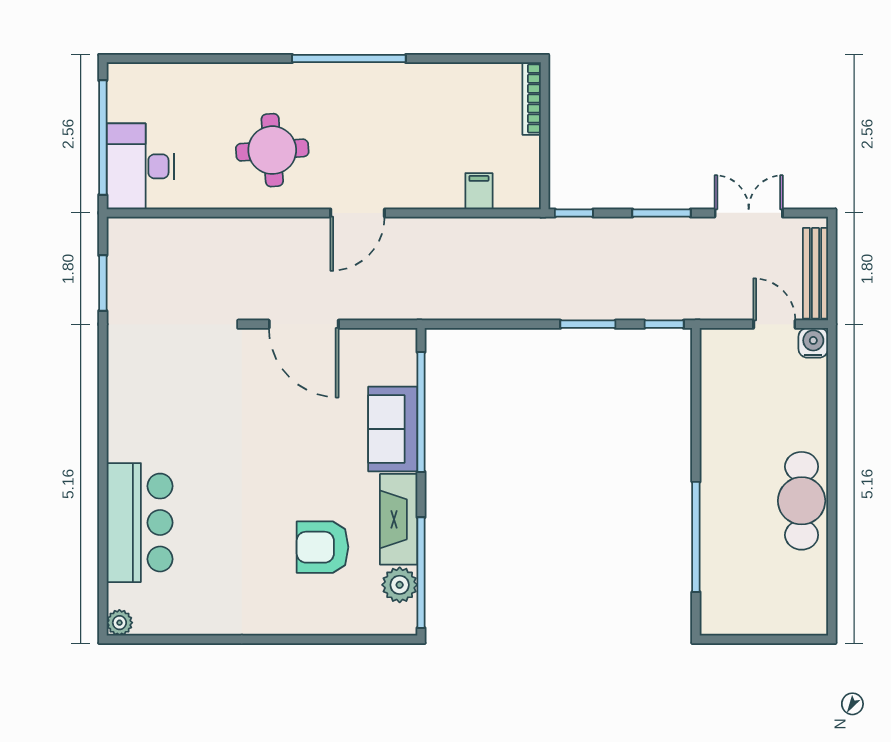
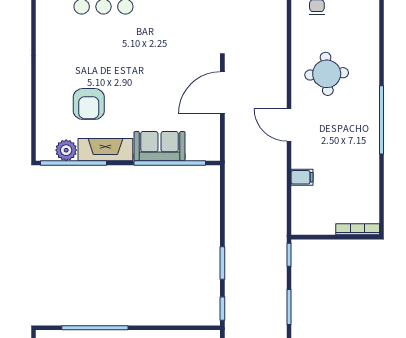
filing cabinet: (479, 191) -> (302, 177), moved
armchair: (323, 547) -> (89, 104), turned 180

